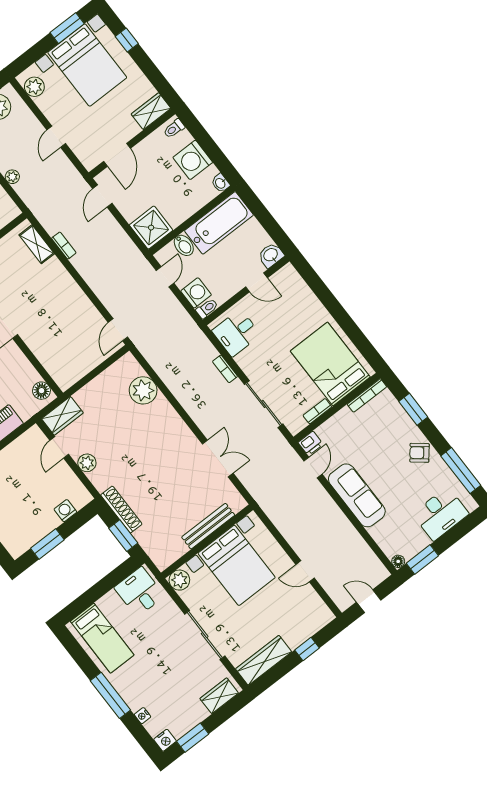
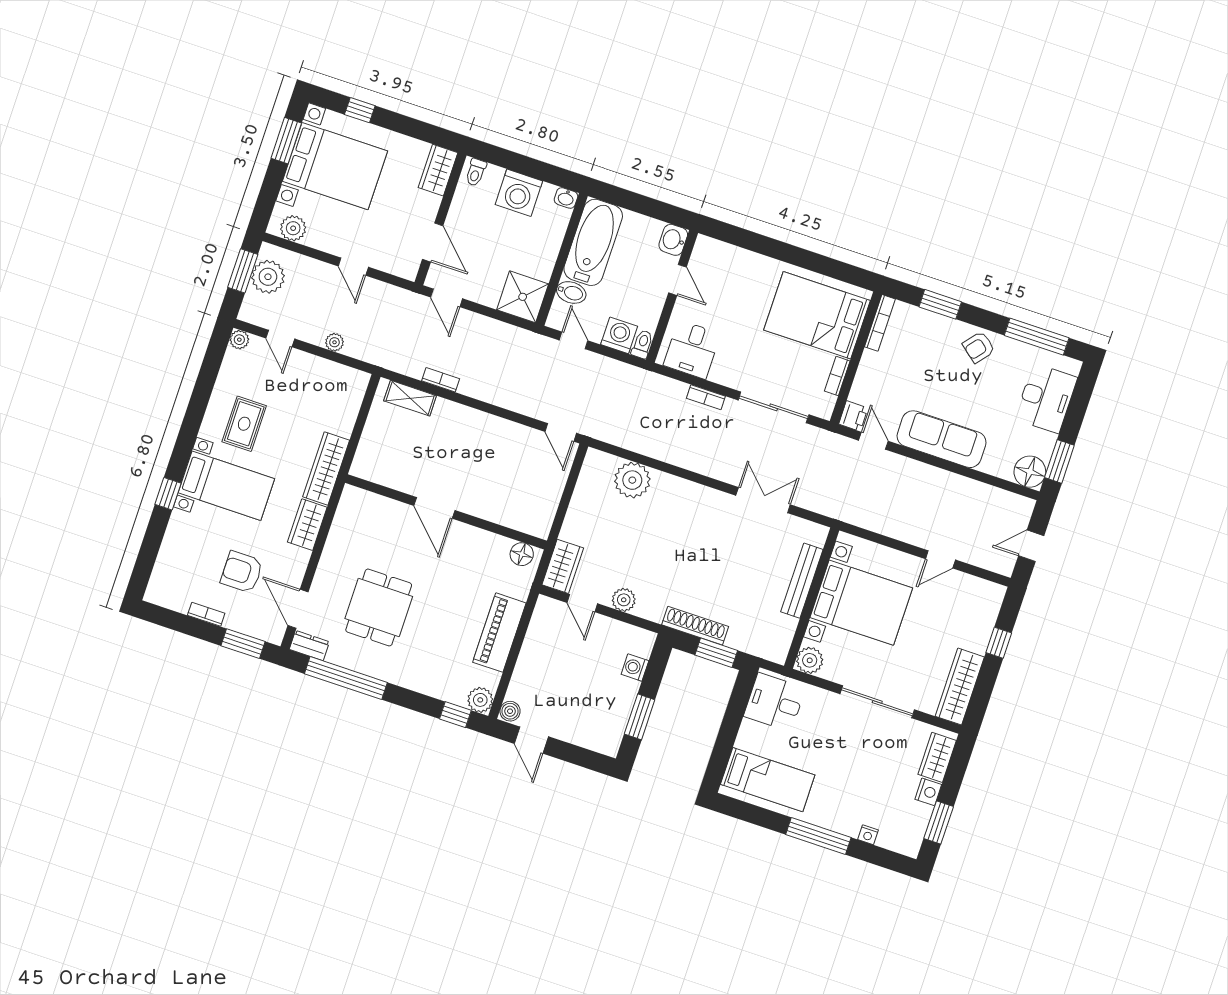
door: (257, 282) -> (677, 280), hinge flipped
floor lamp: (398, 561) -> (1030, 472), width x1.89, depth x1.89
nightstand: (165, 740) -> (928, 792), moved

